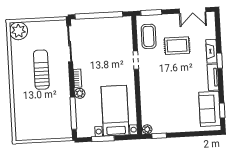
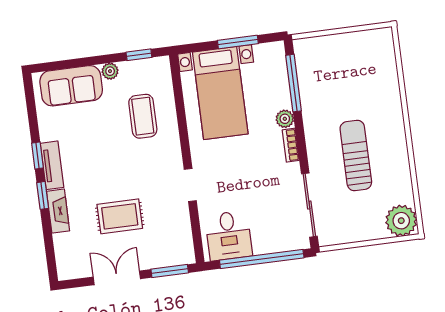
double door: (193, 10) -> (117, 278), moved
desk: (116, 30) -> (229, 236), added
coffee table: (149, 36) -> (143, 116), moved
sun lounger: (41, 70) -> (356, 155), turned 180
sofa: (210, 109) -> (71, 86), moved, turned 90
window: (222, 111) -> (37, 156), moved
plant: (147, 129) -> (110, 71), moved

